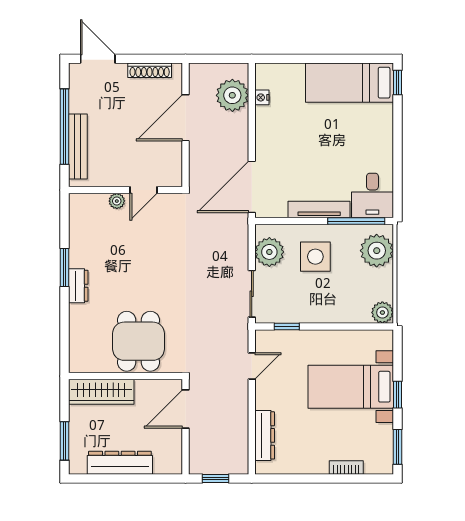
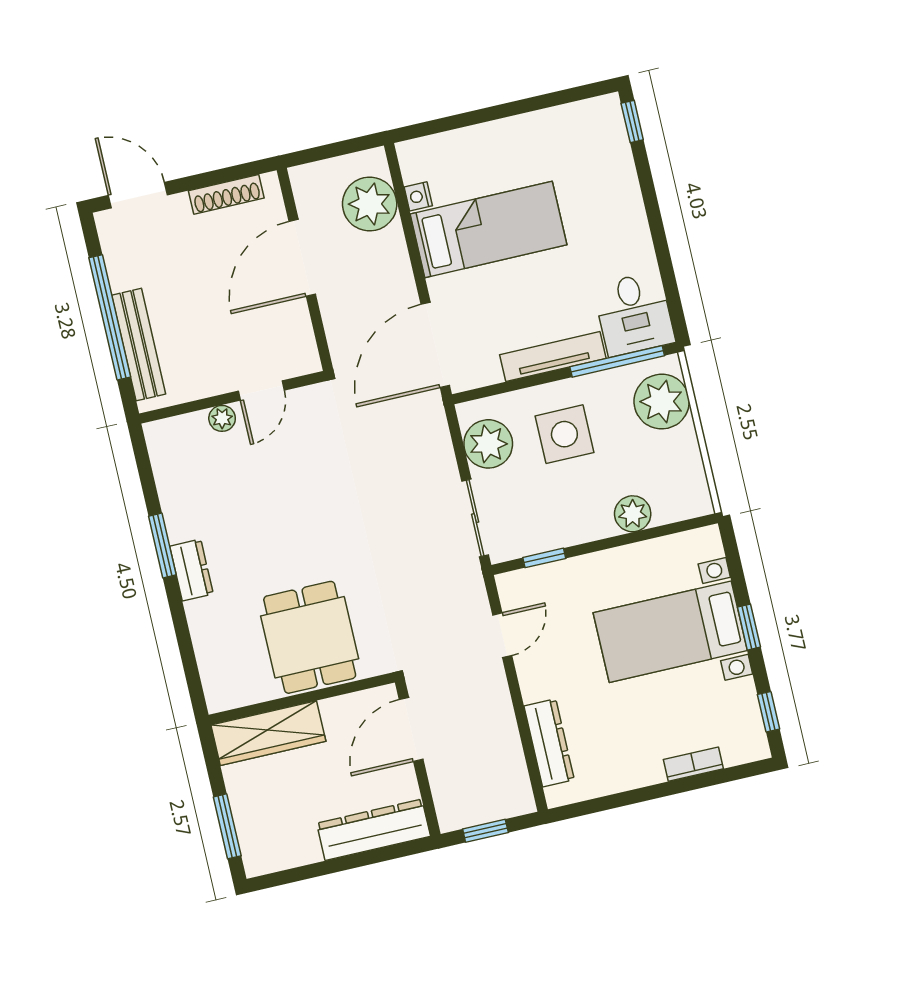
bed: (349, 83) -> (489, 229), moved, turned 180
plant: (382, 313) -> (633, 514), moved
window: (397, 447) -> (768, 712), width x0.67
dresser: (120, 463) -> (374, 830), moved

